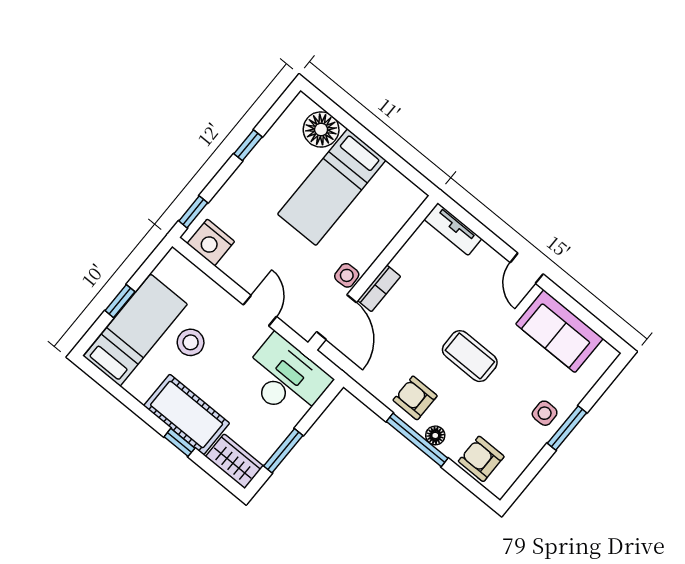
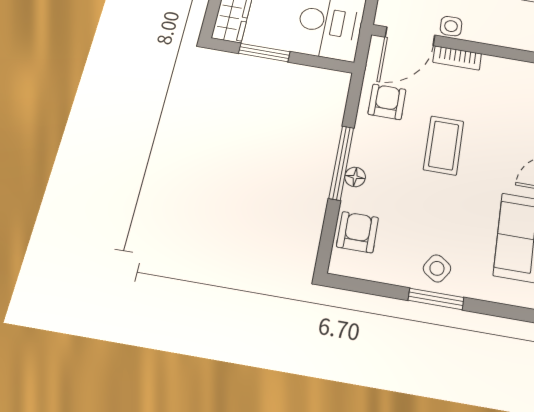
coffee table: (470, 356) -> (444, 145), moved
armchair: (415, 398) -> (387, 102), moved
side table: (545, 413) -> (437, 268), turned 34

